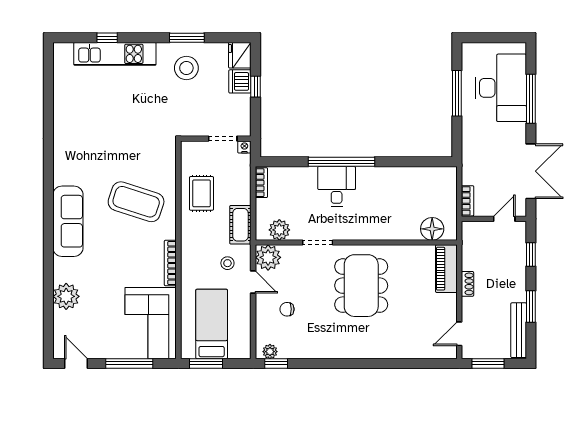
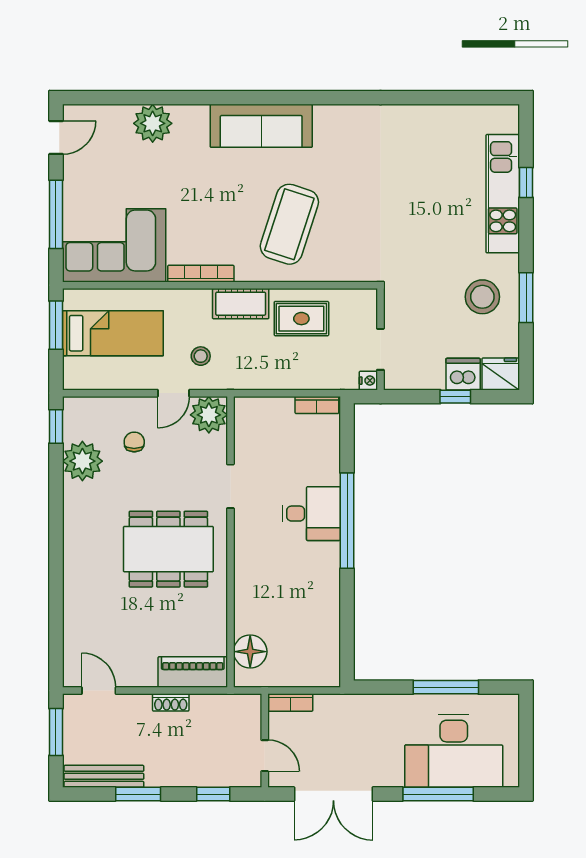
cot: (240, 225) -> (241, 304), moved
plant: (279, 230) -> (249, 431), removed
plant: (270, 352) -> (82, 461), moved, width x1.88, depth x1.88

